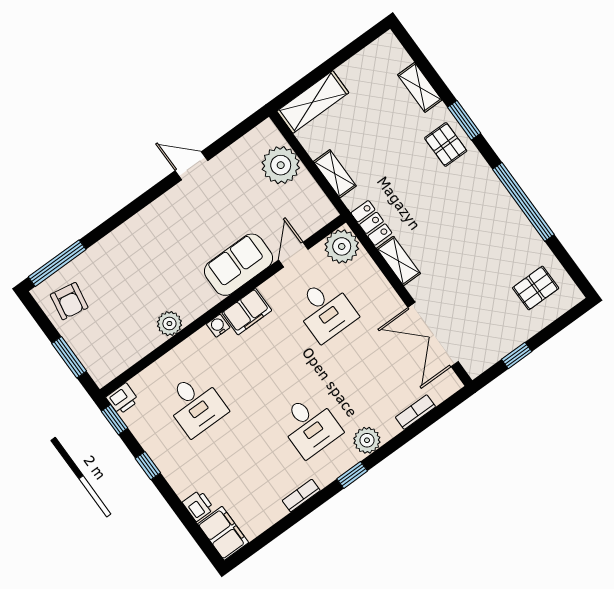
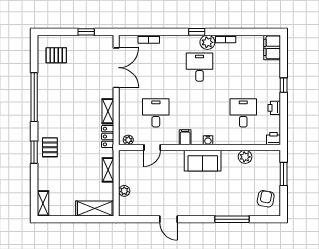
shelving: (420, 87) -> (43, 203), moved
plant: (281, 165) -> (124, 191), width x0.53, depth x0.53
plant: (342, 246) -> (128, 140), width x0.53, depth x0.53
window: (57, 263) -> (232, 219), moved
sofa: (238, 265) -> (203, 161), moved
filing cabinet: (247, 312) -> (185, 137), width x0.50
plant: (169, 324) -> (245, 157), moved
window: (115, 420) -> (284, 132), removed
plant: (367, 440) -> (207, 42), moved
window: (148, 466) -> (284, 85), moved
printer: (198, 506) -> (274, 108), moved

